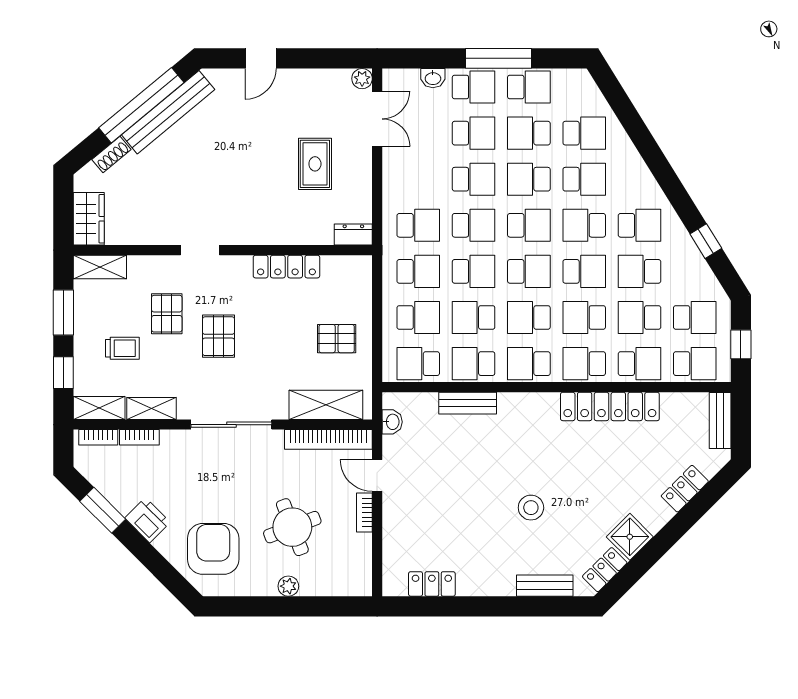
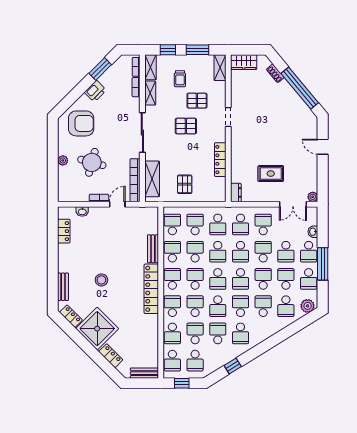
plant: (584, 89) -> (308, 306), added
bench: (168, 112) -> (296, 101), removed
school desk: (418, 179) -> (263, 224), added
school desk: (474, 179) -> (263, 252), turned 180
school desk: (584, 179) -> (263, 306), turned 180
school desk: (418, 317) -> (195, 224), turned 180
locker: (610, 406) -> (151, 289), moved
washbasin: (392, 422) -> (82, 212), moved
round table: (292, 527) -> (92, 162), turned 36
shower: (630, 537) -> (97, 329), width x1.86, depth x1.86

